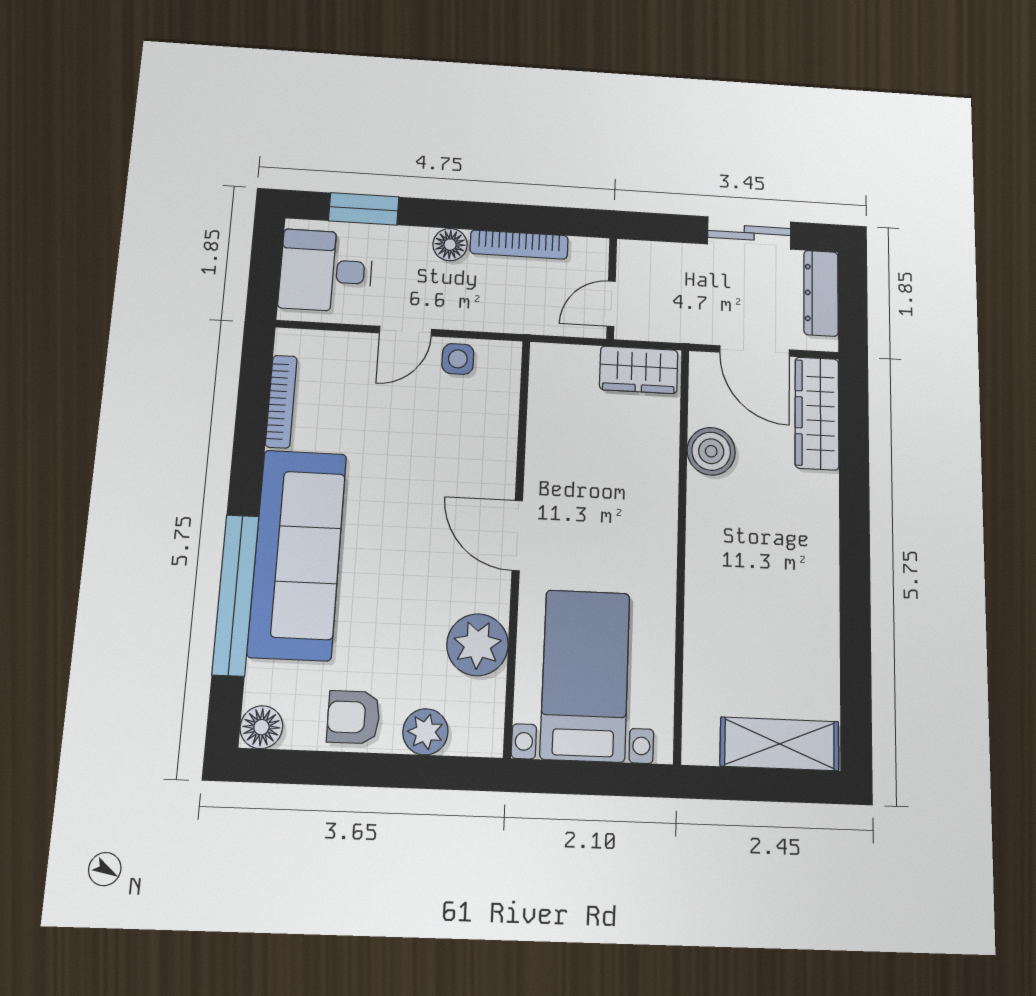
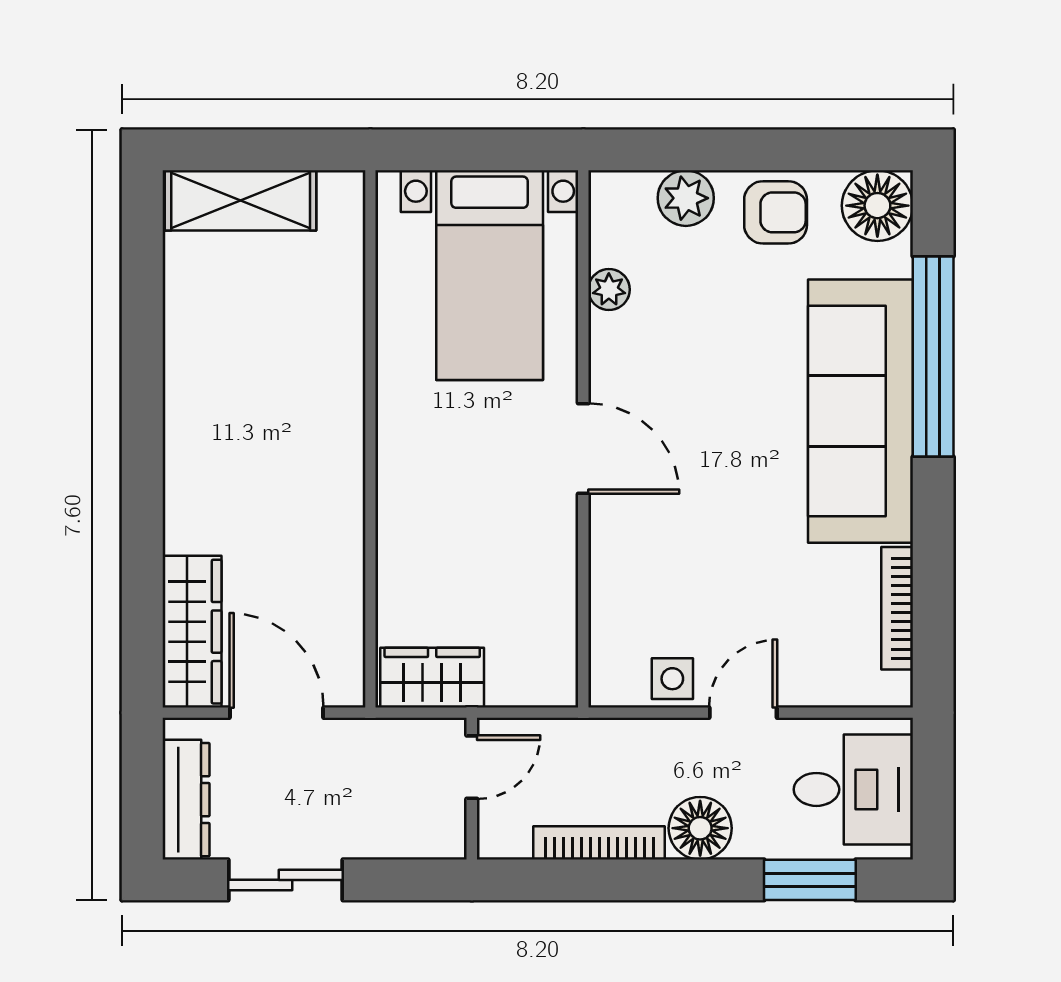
floor lamp: (450, 245) -> (700, 828), width x1.38, depth x1.38
boiler: (711, 451) -> (333, 572), removed
plant: (477, 645) -> (609, 290), width x0.53, depth x0.53
floor lamp: (261, 727) -> (877, 206), width x1.38, depth x1.38

